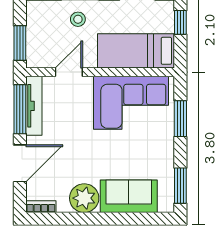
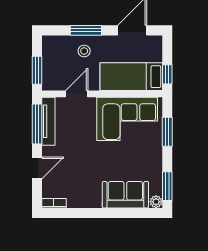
window: (180, 22) -> (167, 74), moved
door: (20, 163) -> (37, 168), width x0.73
plant: (84, 198) -> (156, 202), moved, width x0.53, depth x0.53

